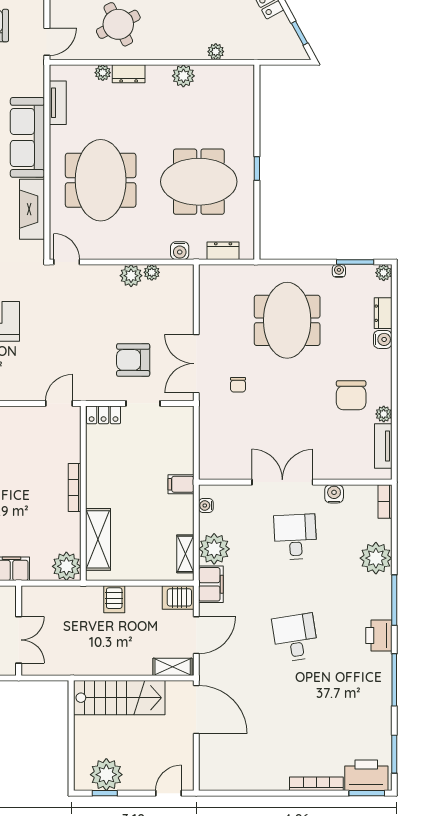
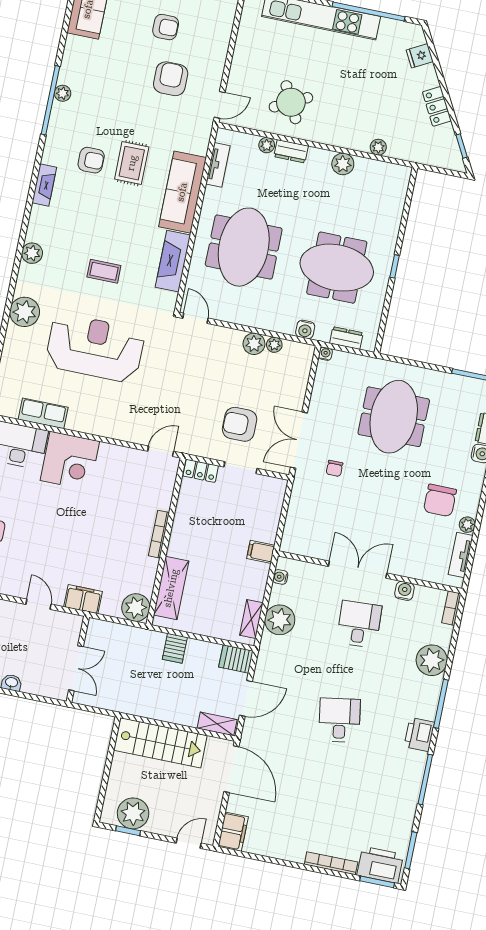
water cooler: (339, 271) -> (325, 354), moved
filing cabinet: (211, 584) -> (233, 832), moved

